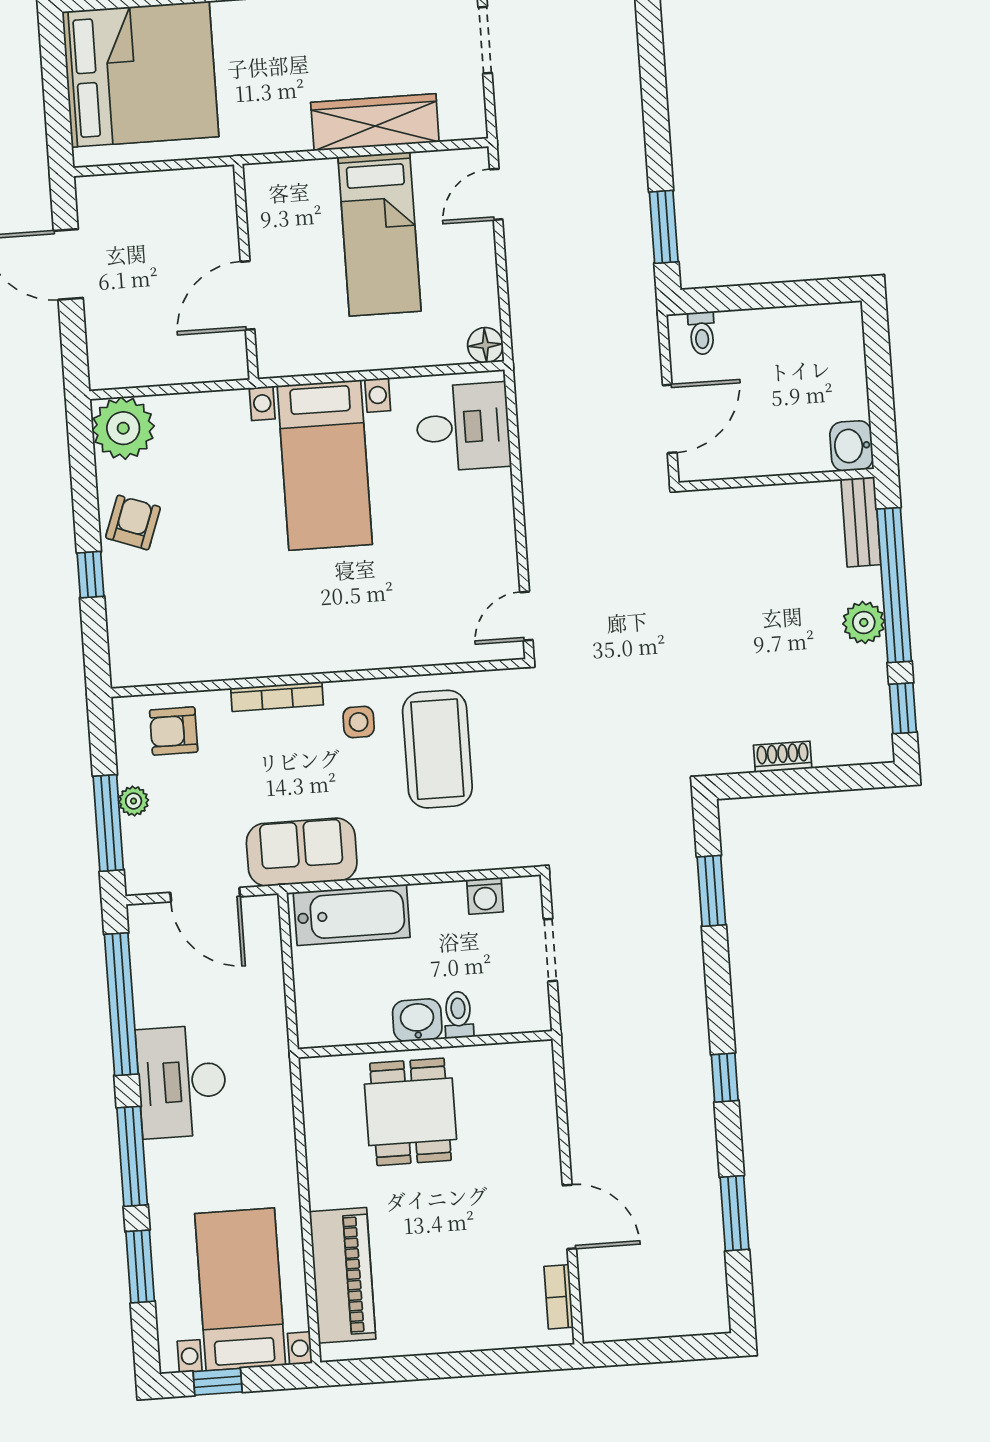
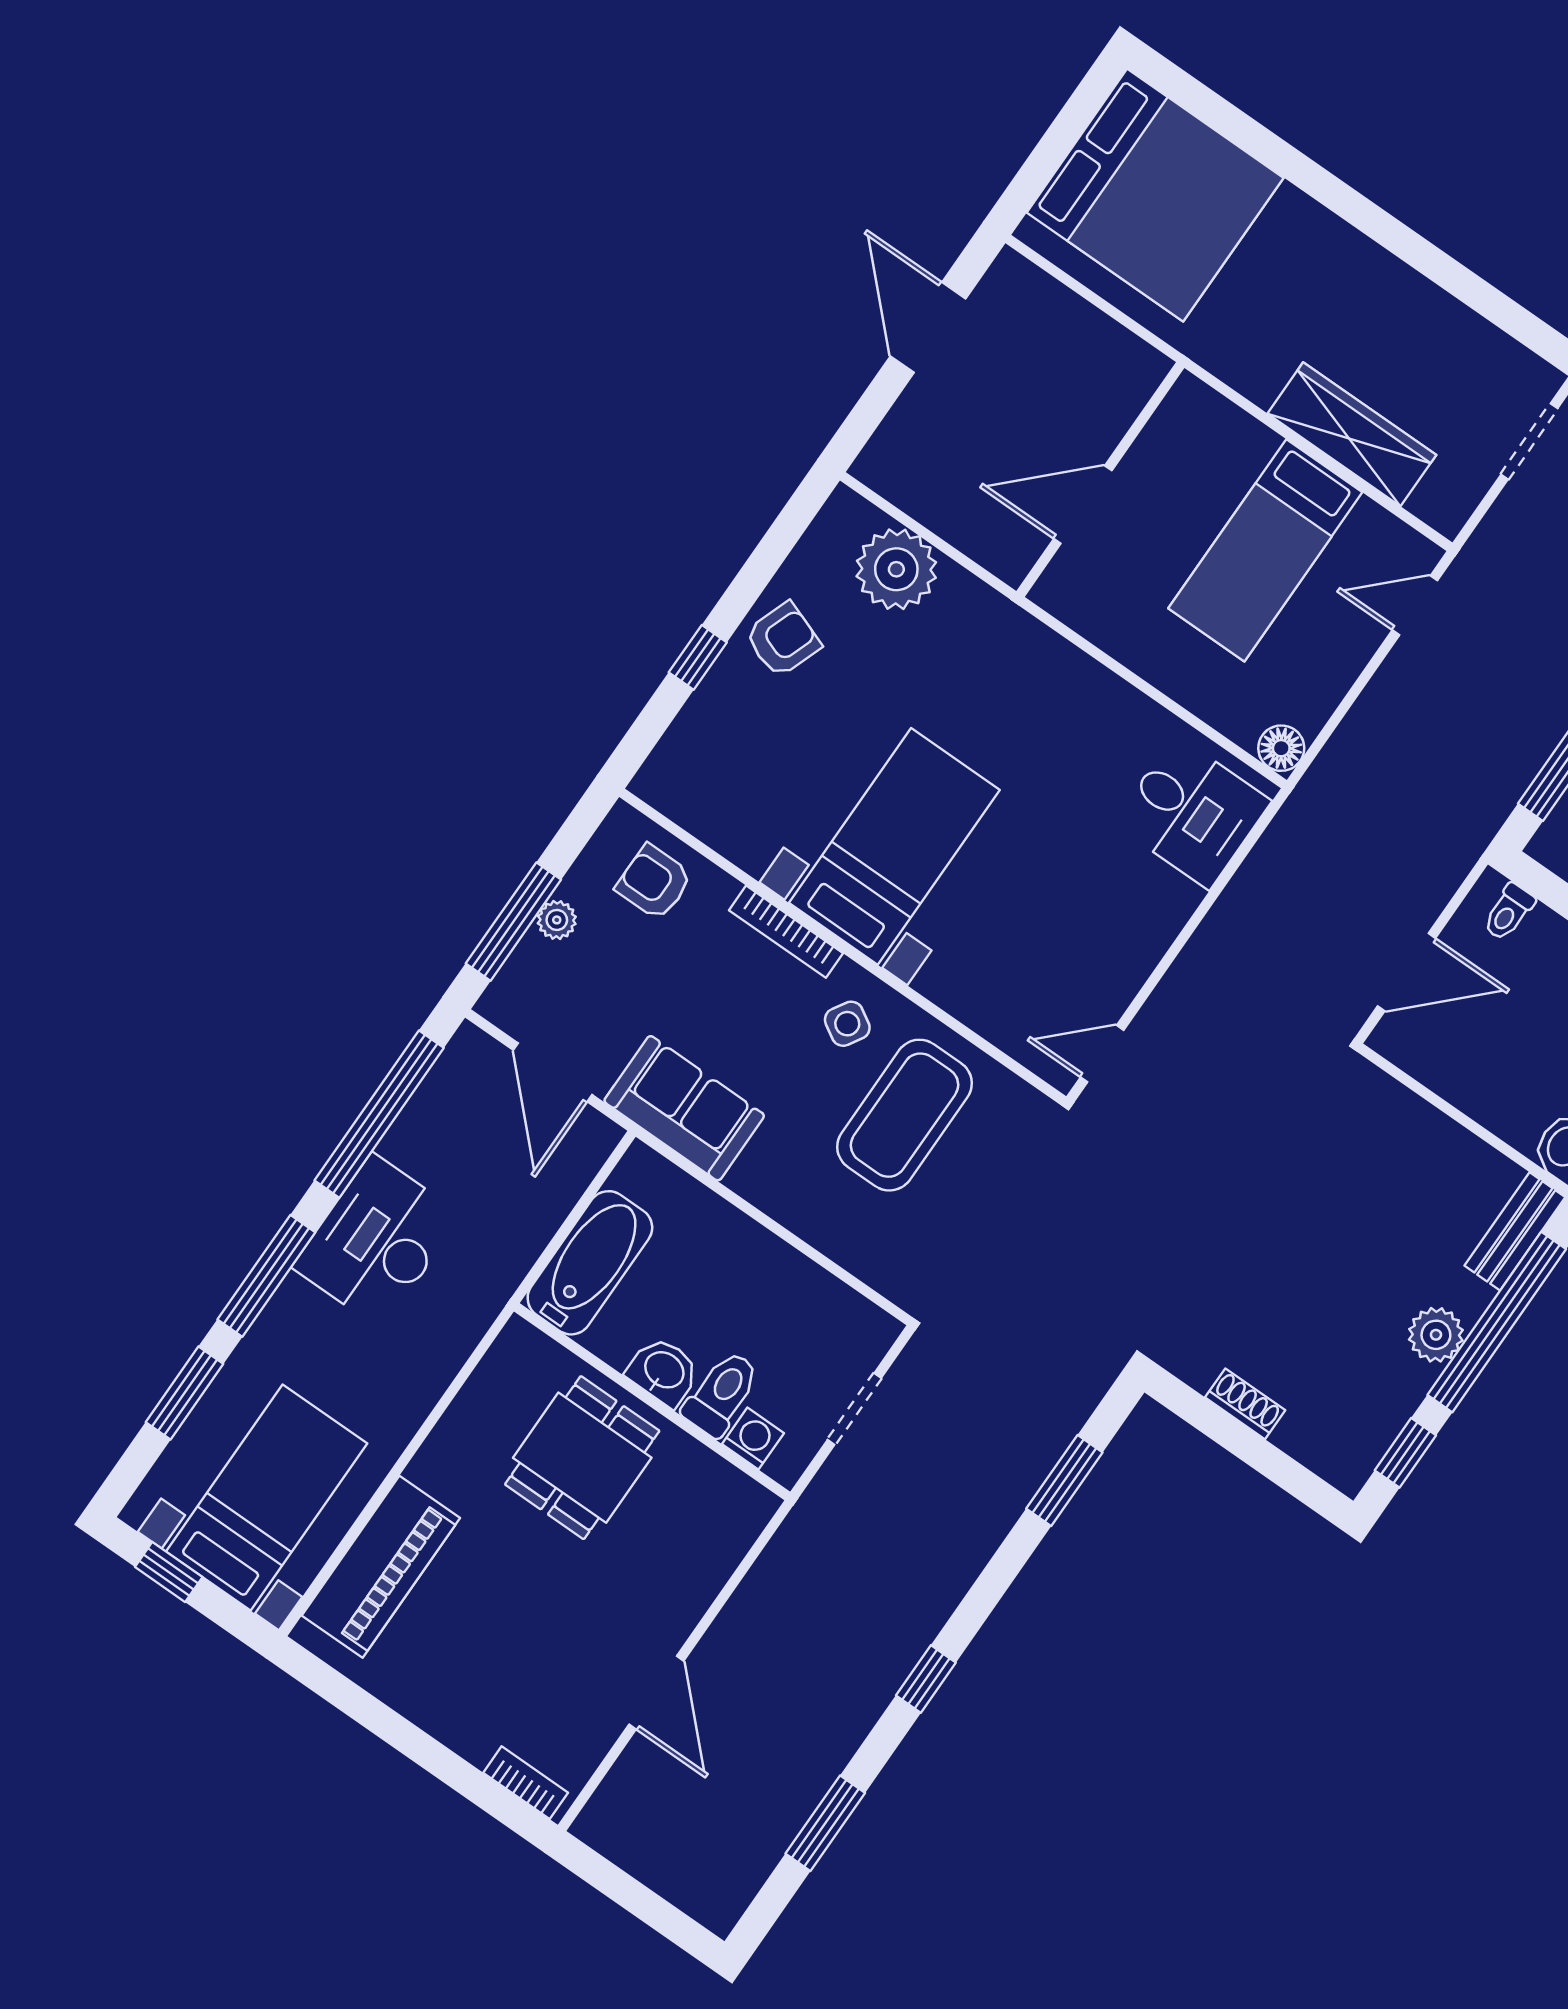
plant: (123, 428) -> (896, 569), moved
bed with nightstands: (325, 465) -> (894, 846), moved, turned 180
side table: (359, 722) -> (847, 1024), turned 31
washing machine: (485, 896) -> (753, 1439), moved, turned 180
bathtub: (352, 915) -> (590, 1263), moved, turned -90
toilet: (458, 1015) -> (721, 1394), width x1.37, depth x1.39
bookcase: (559, 1297) -> (526, 1783), moved, turned 90

